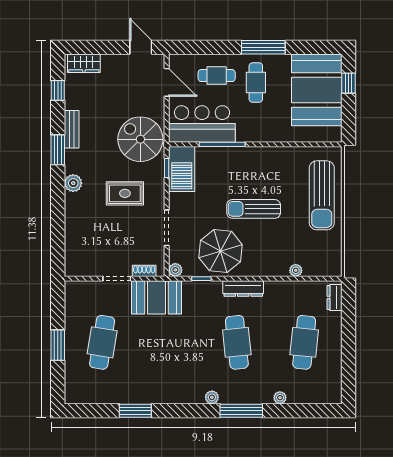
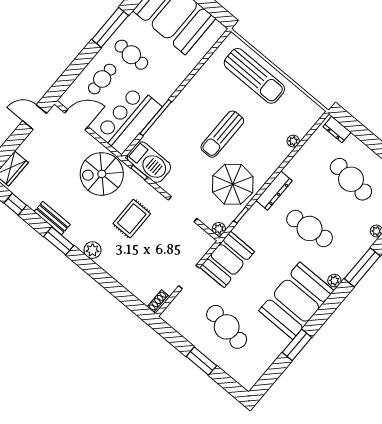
shoe rack: (144, 271) -> (158, 302), moved
booth: (170, 380) -> (296, 301), added

